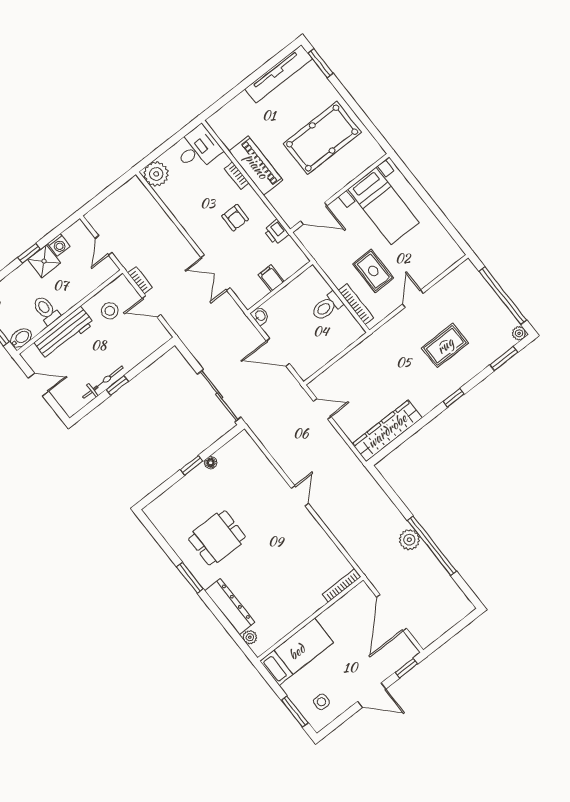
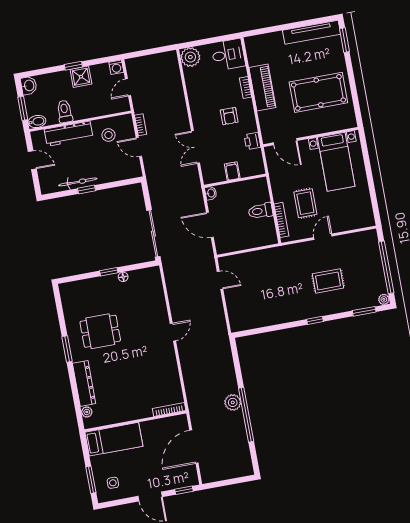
washing machine: (59, 245) -> (116, 67), moved
wardrobe: (387, 431) -> (257, 319), removed

